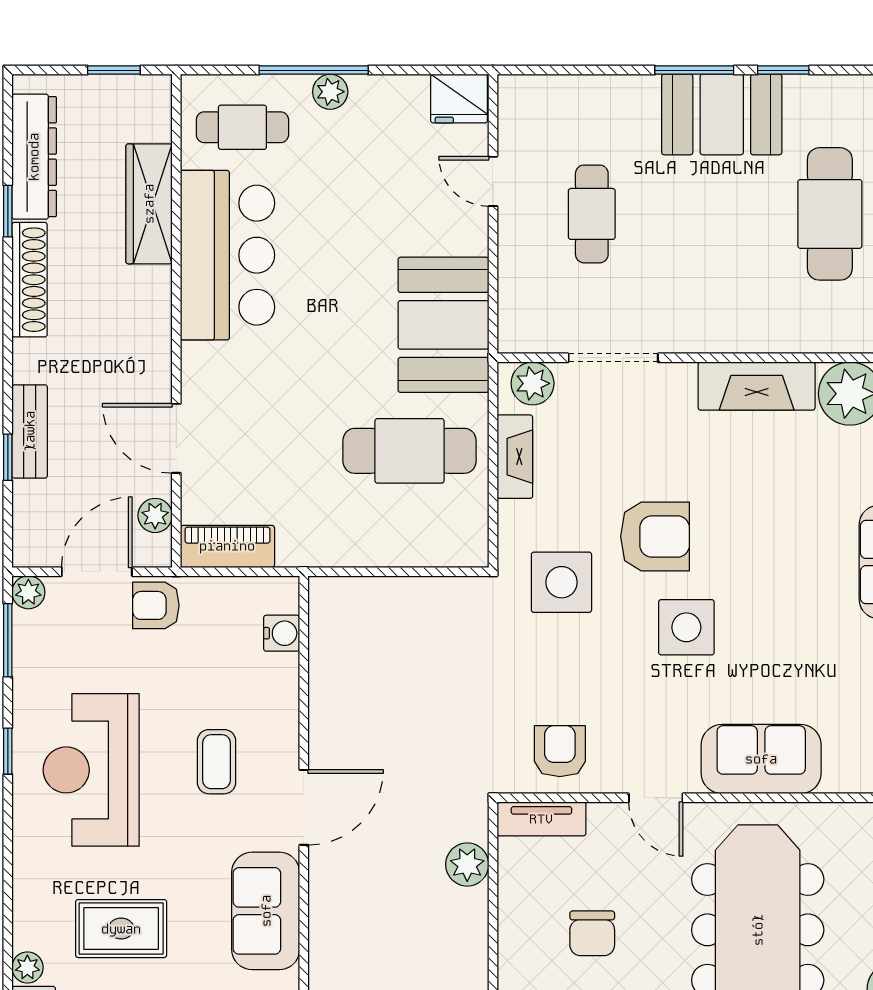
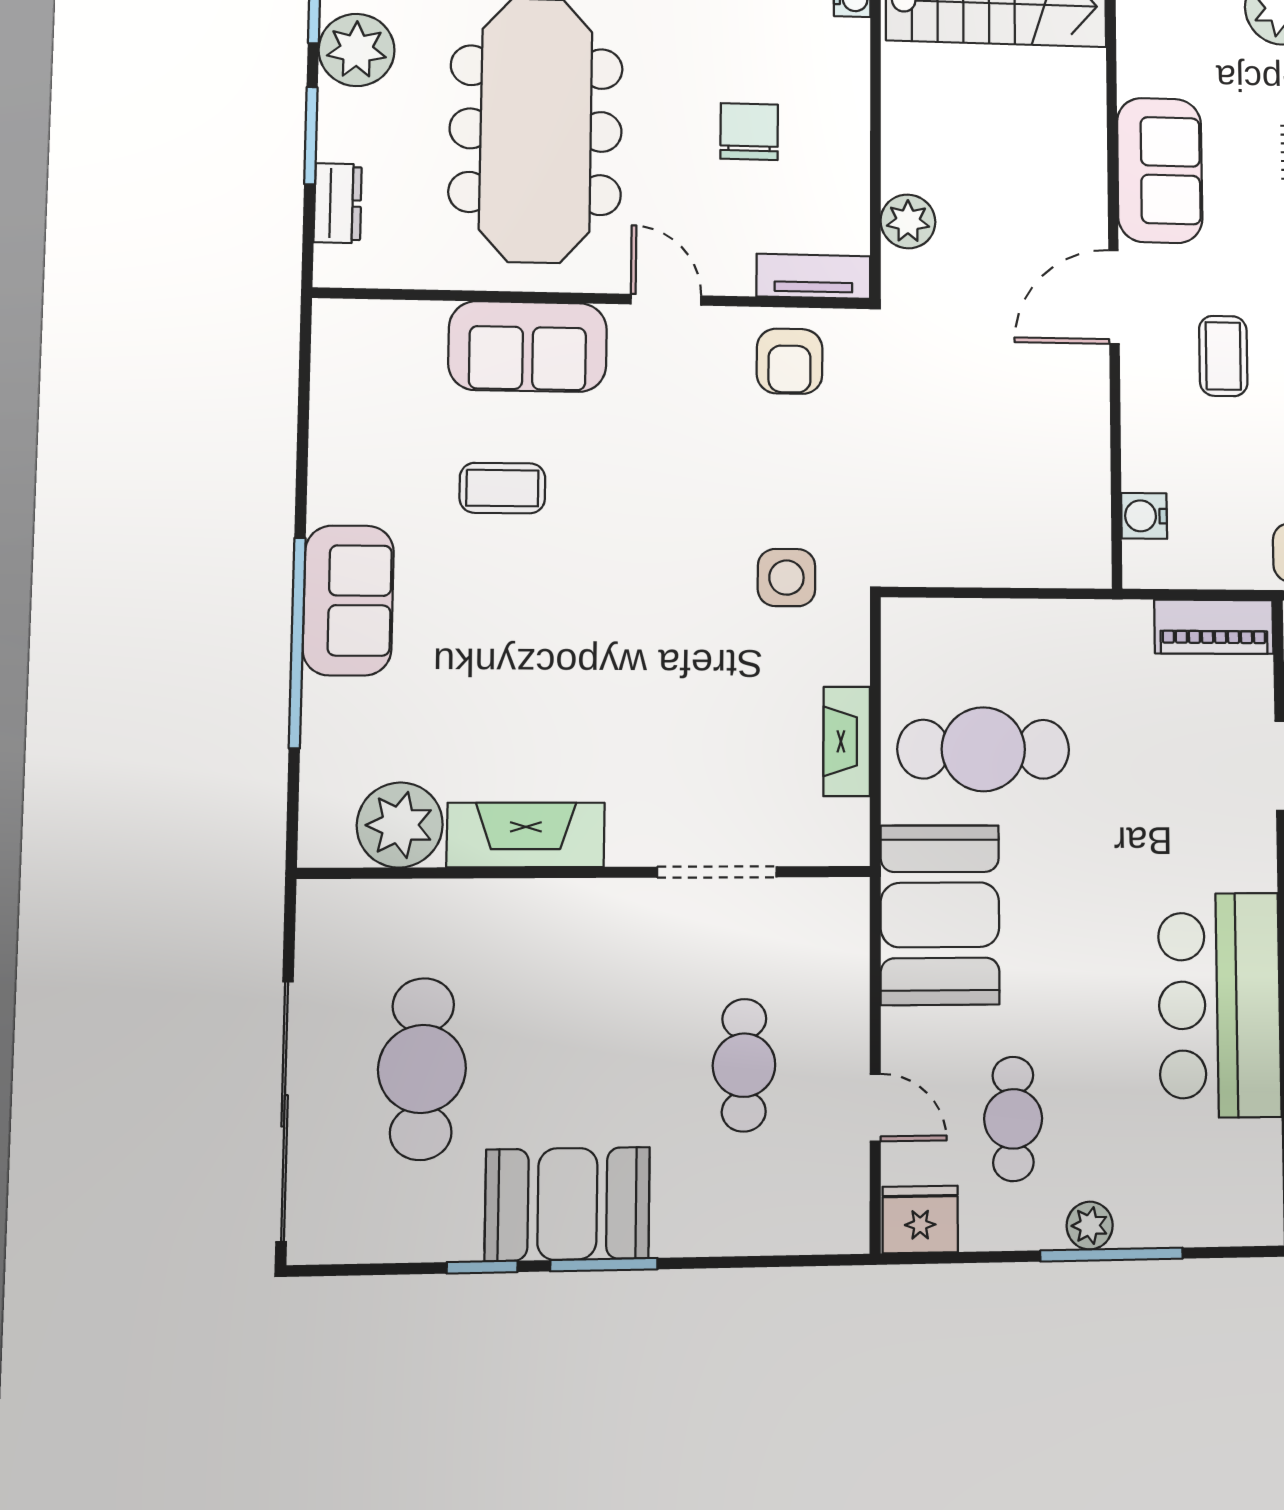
cafe table: (242, 127) -> (1013, 1119), moved, turned 90
plant: (533, 383) -> (823, 838), removed
armchair: (655, 536) -> (664, 636), removed
side table: (561, 582) -> (786, 578), width x0.73, depth x0.73
side table: (686, 627) -> (624, 518), removed
coffee table: (779, 649) -> (502, 488), added

